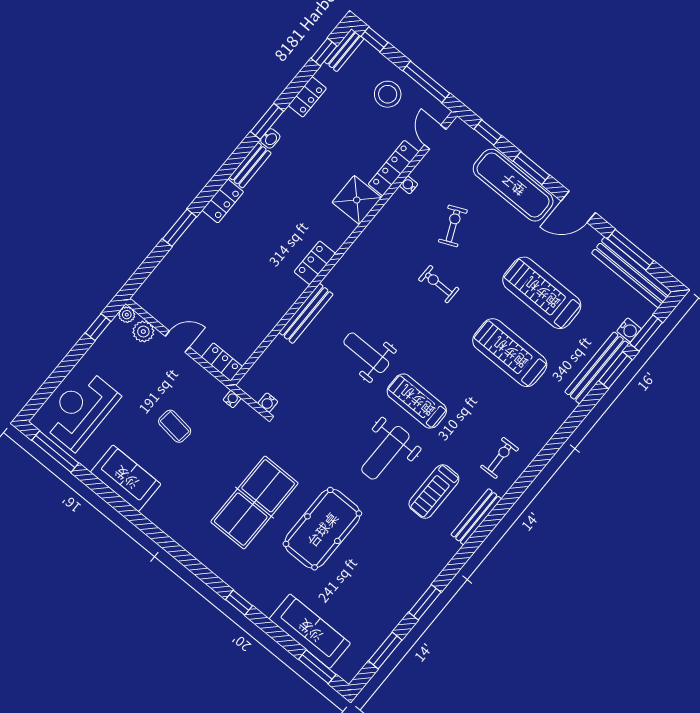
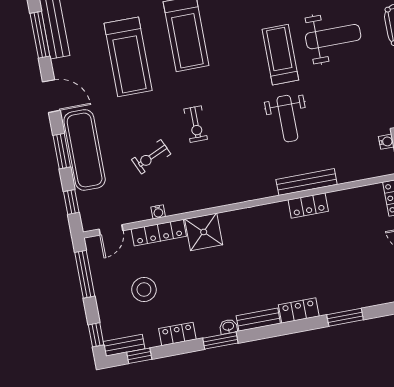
stool: (388, 94) -> (144, 289), moved
locker: (315, 263) -> (308, 205), moved
treadmill: (417, 401) -> (280, 55), turned 180

